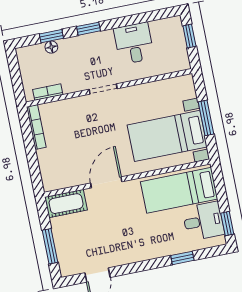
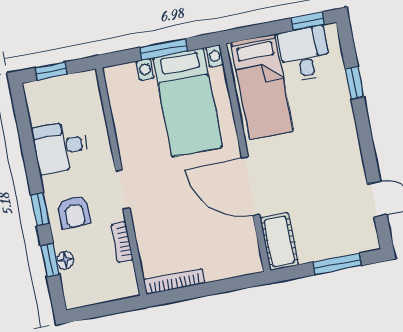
armchair: (87, 54) -> (74, 212), added
bookcase: (48, 92) -> (122, 242), moved
door: (106, 182) -> (251, 186), width x1.36

